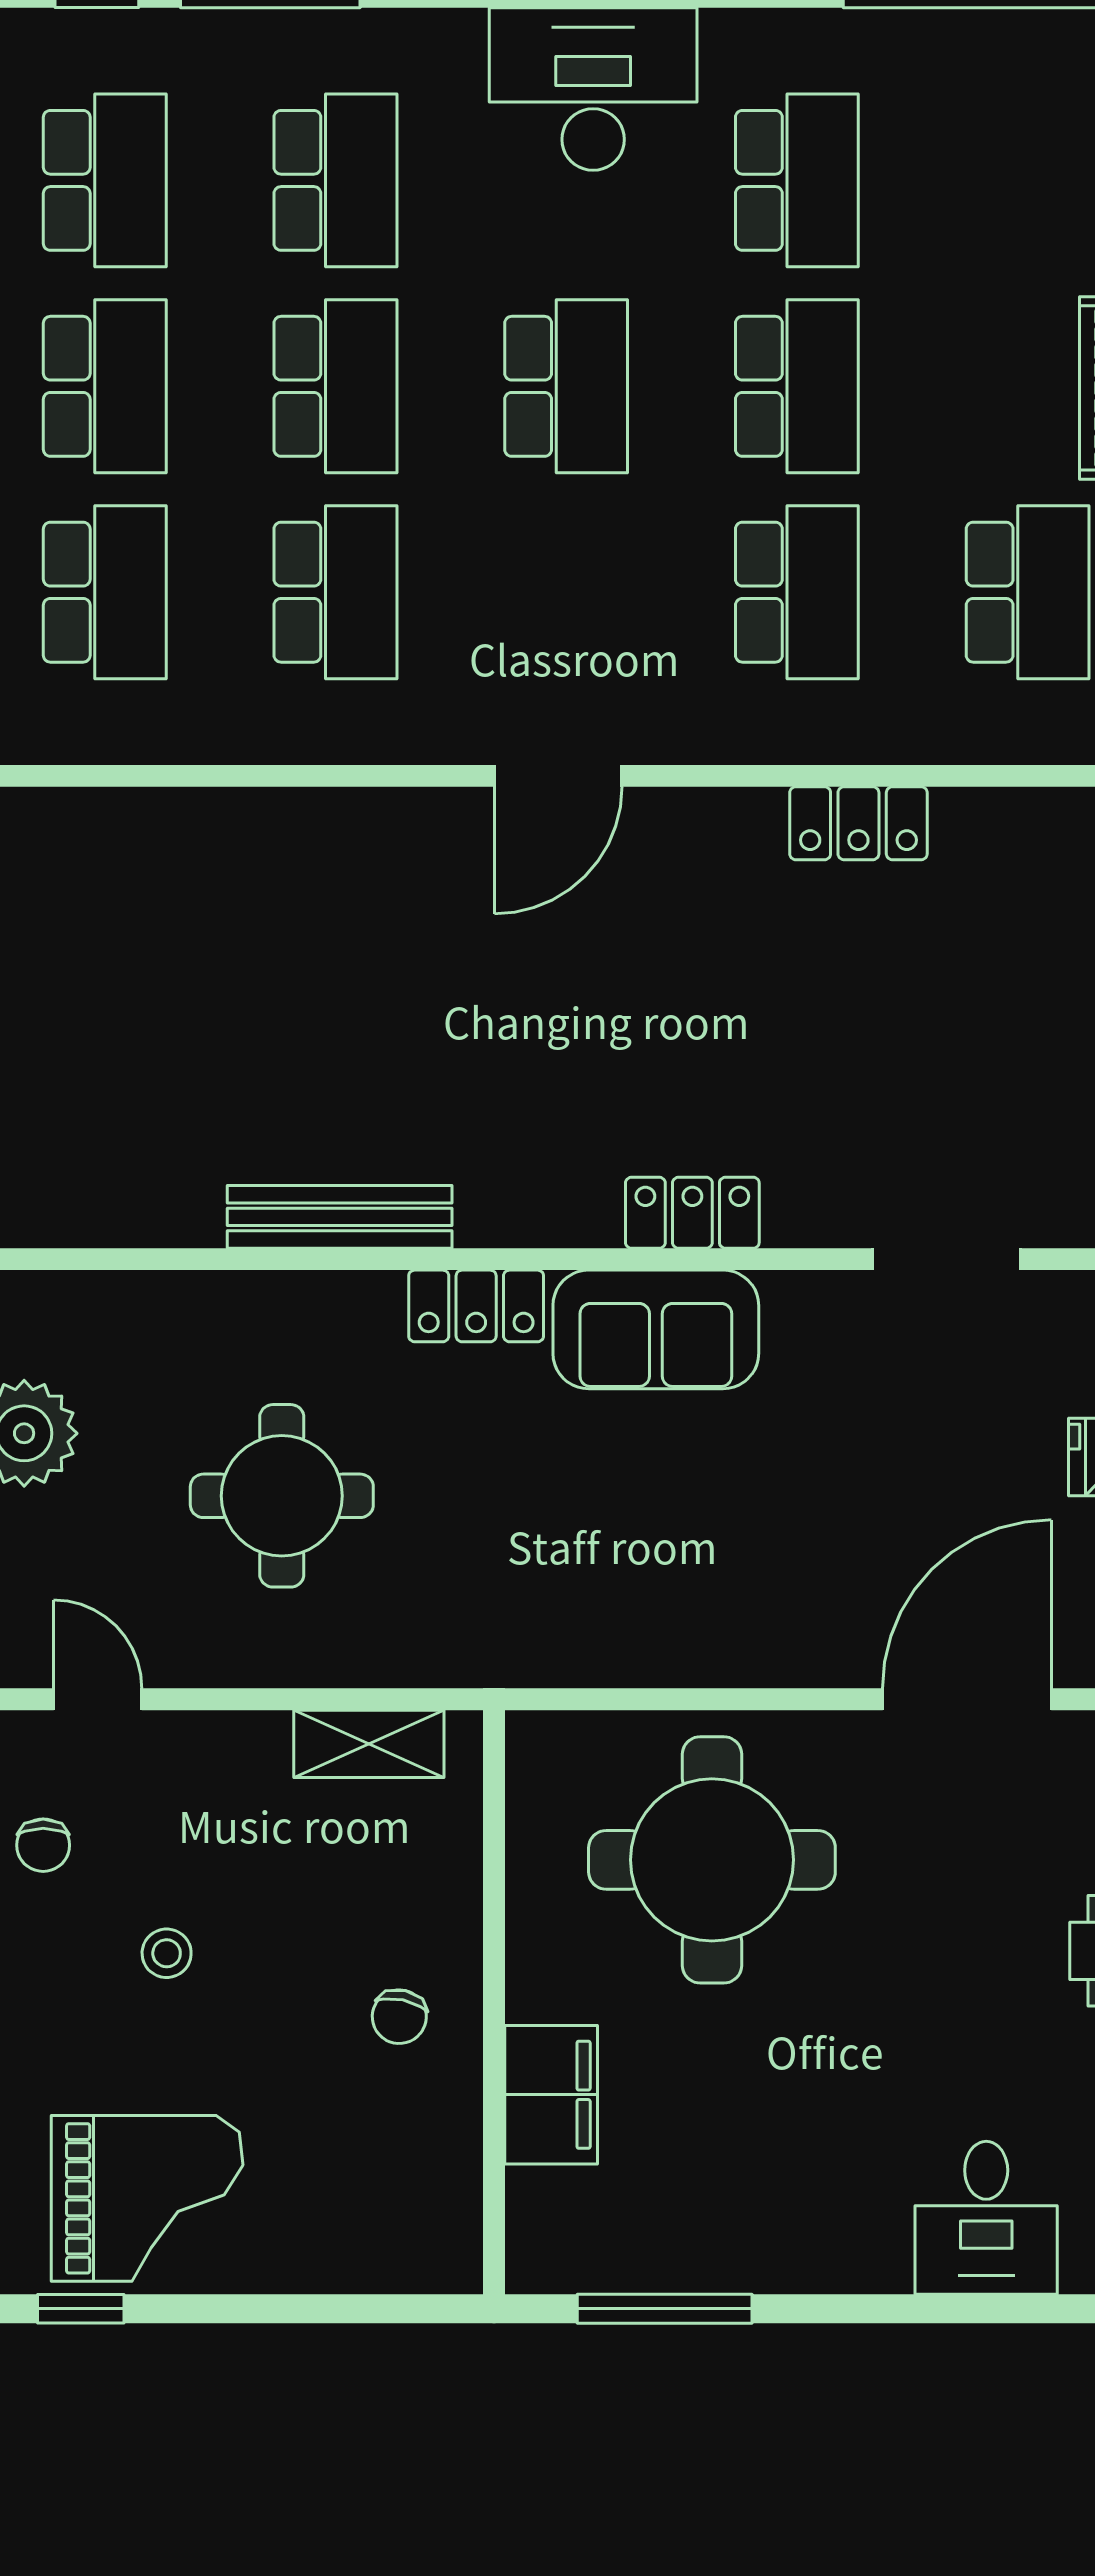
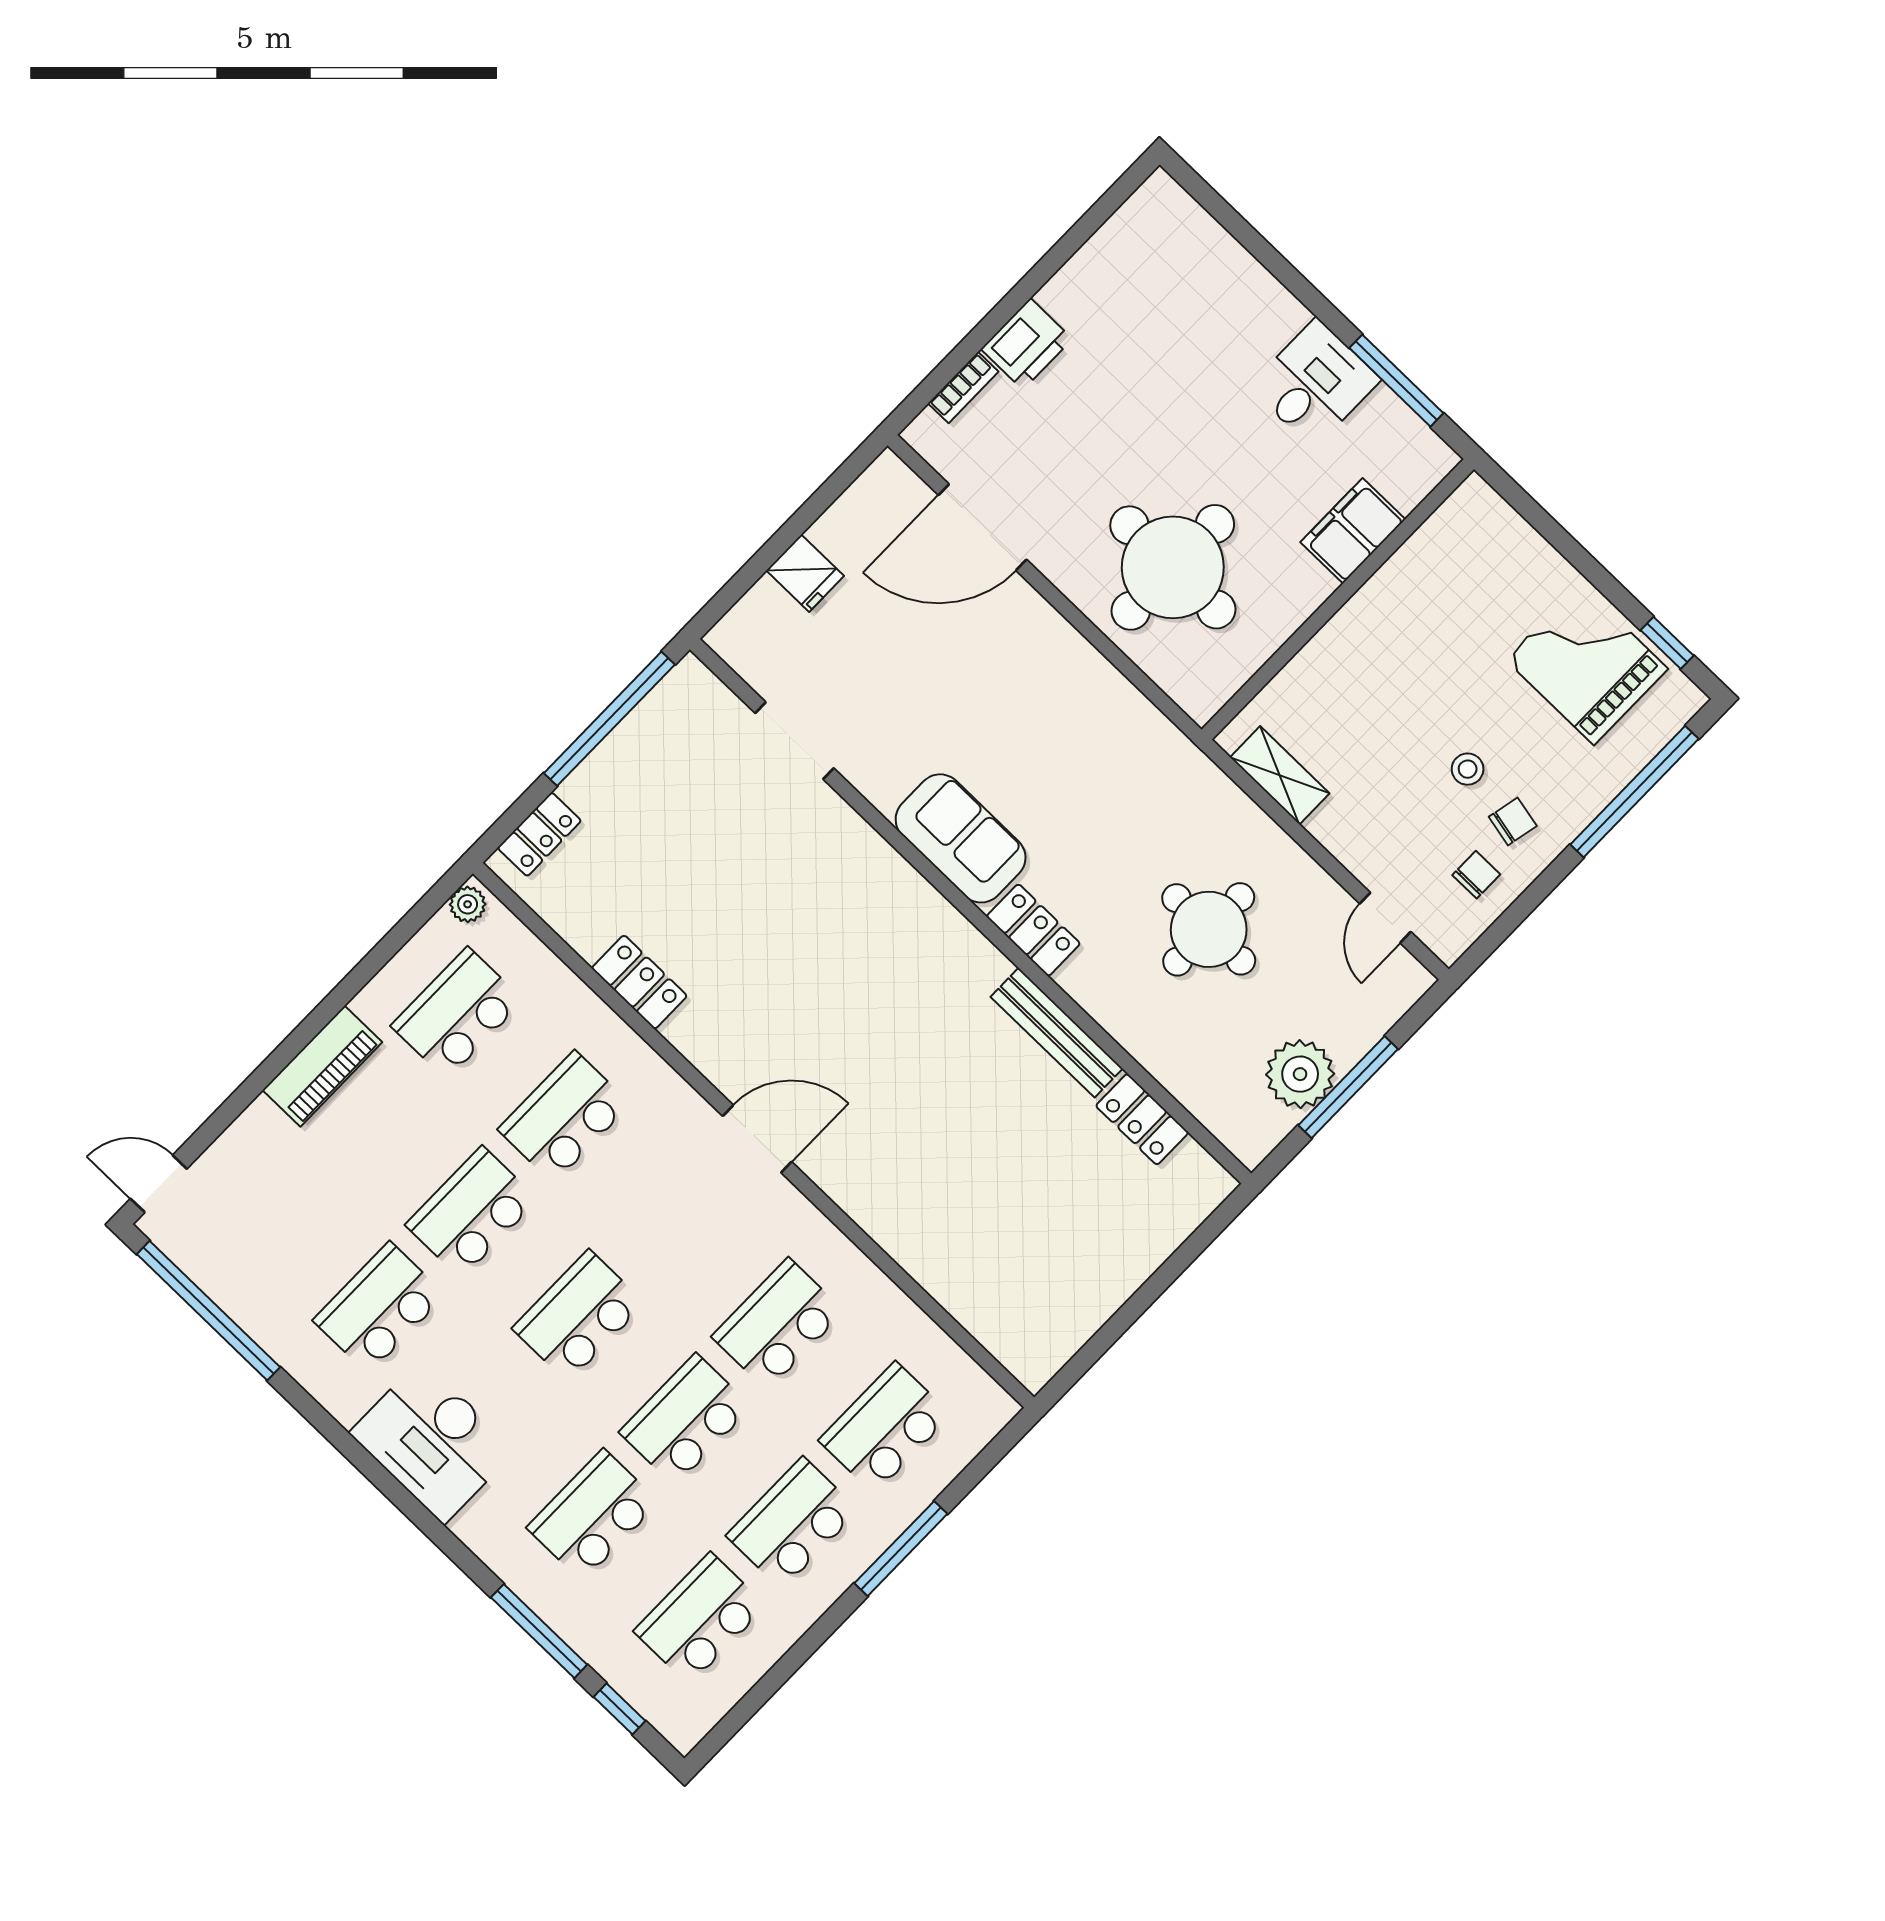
locker: (692, 1213) -> (1142, 1119), moved
chair: (399, 2017) -> (1513, 821), moved
desk: (986, 2218) -> (1315, 383), moved

